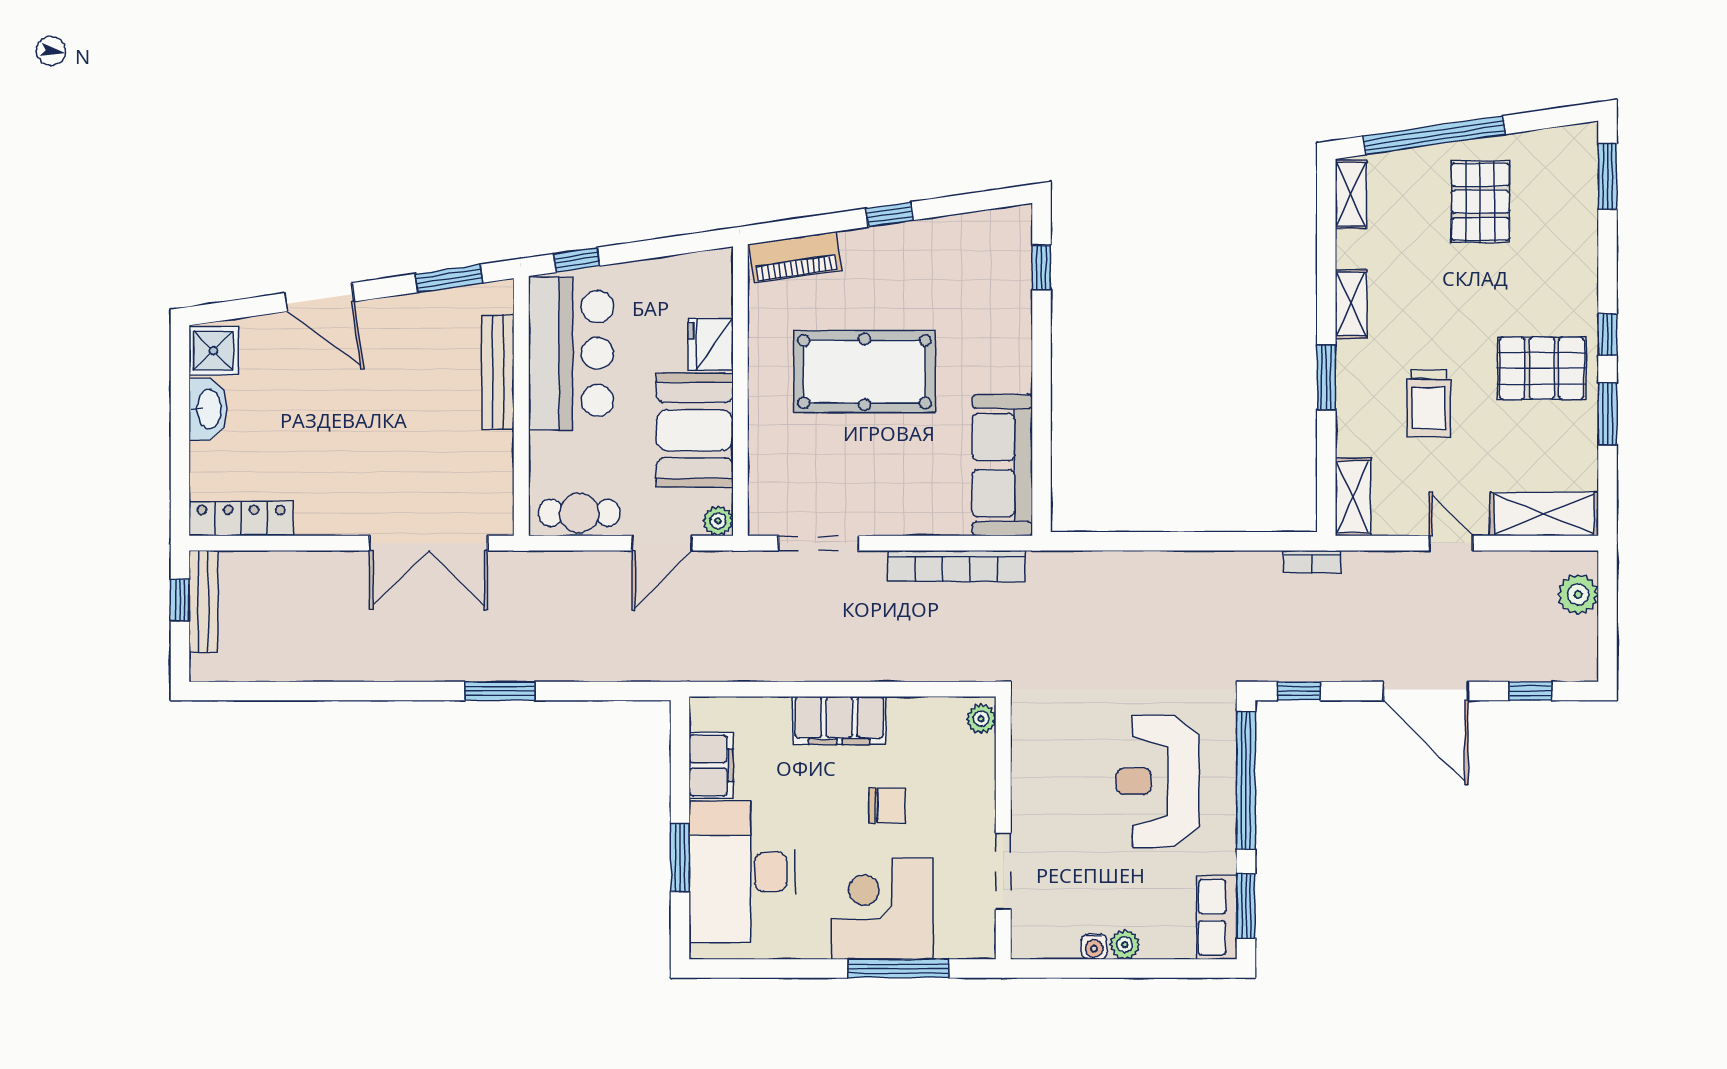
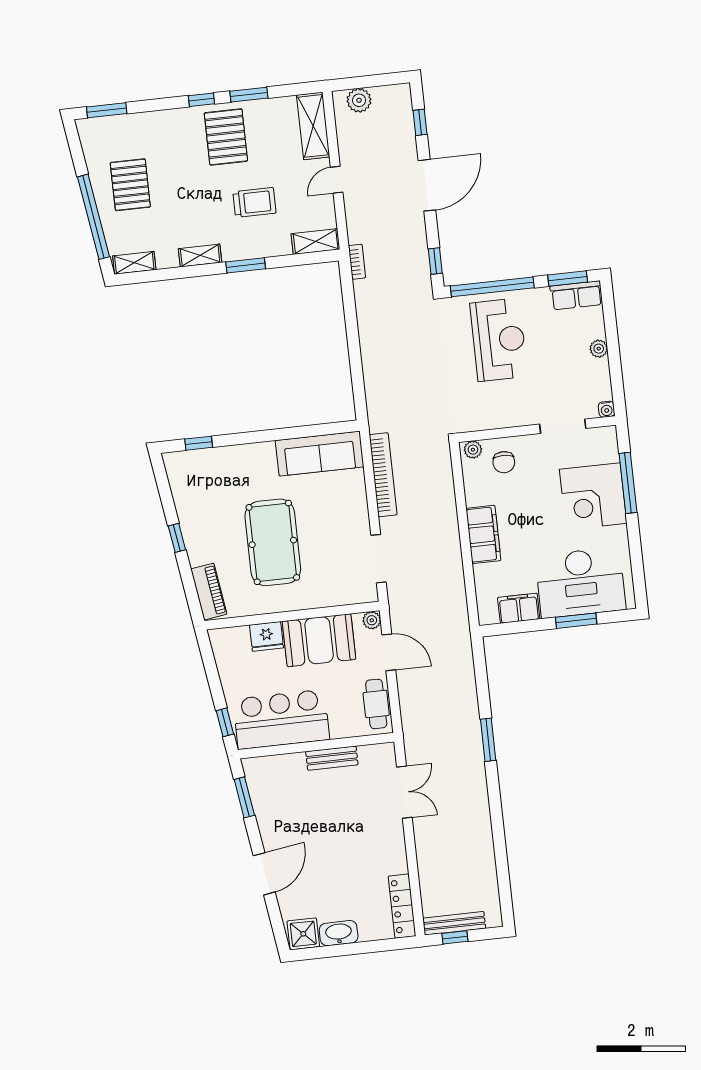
pallet: (1480, 202) -> (130, 185), turned 90
bench: (498, 372) -> (332, 758), moved, width x0.73
double door: (429, 543) -> (404, 792), width x0.73
reception desk: (1158, 781) -> (499, 340), turned -90
chair: (887, 805) -> (504, 462), moved, turned 180
water cooler: (1094, 946) -> (607, 409), moved, turned 90

